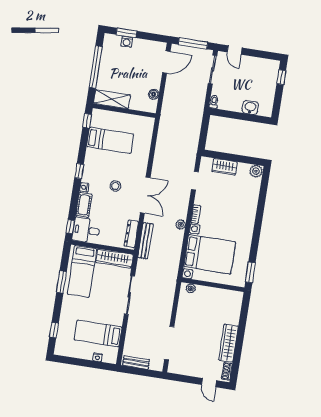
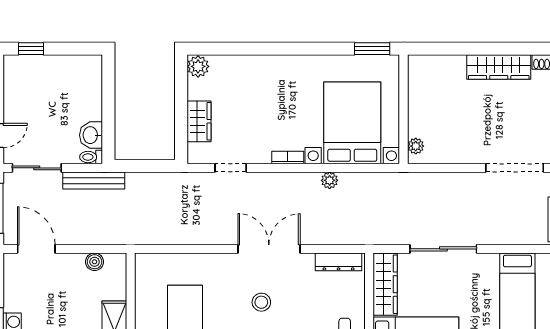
washbasin: (250, 107) -> (91, 135), moved
plant: (181, 225) -> (330, 180), moved
bench: (145, 241) -> (94, 181), moved

